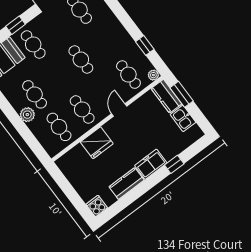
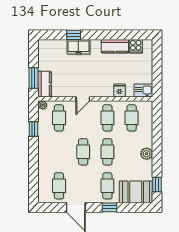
cafe table: (35, 94) -> (107, 152), moved
plant: (27, 115) -> (147, 154), moved
kitchen sink: (183, 118) -> (143, 91), moved, turned -90
fridge: (97, 143) -> (119, 91), width x0.53, depth x0.75
freezer: (151, 164) -> (78, 47), moved
cooker: (97, 206) -> (136, 46), moved

